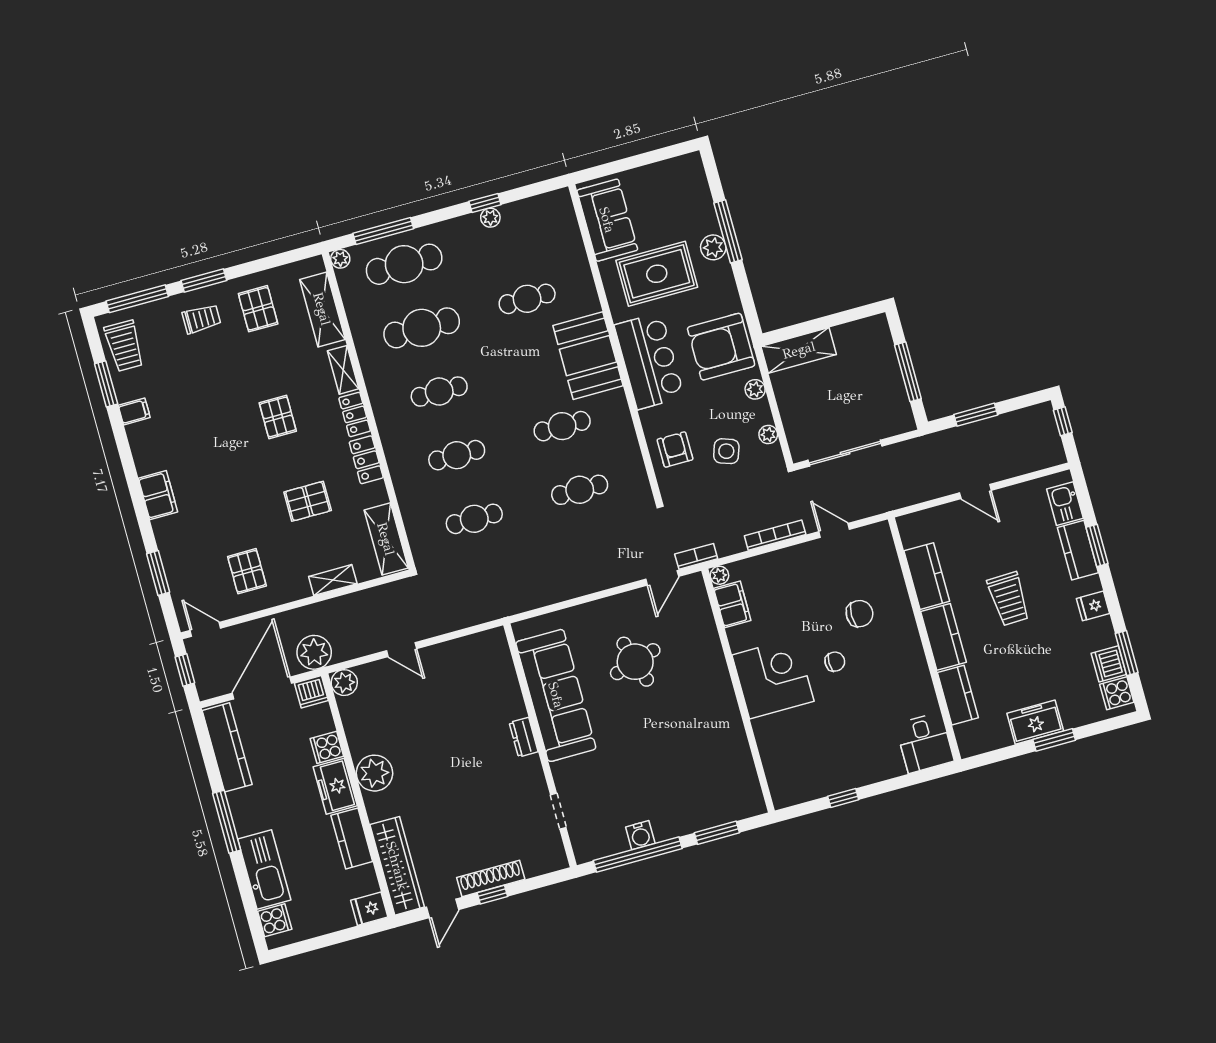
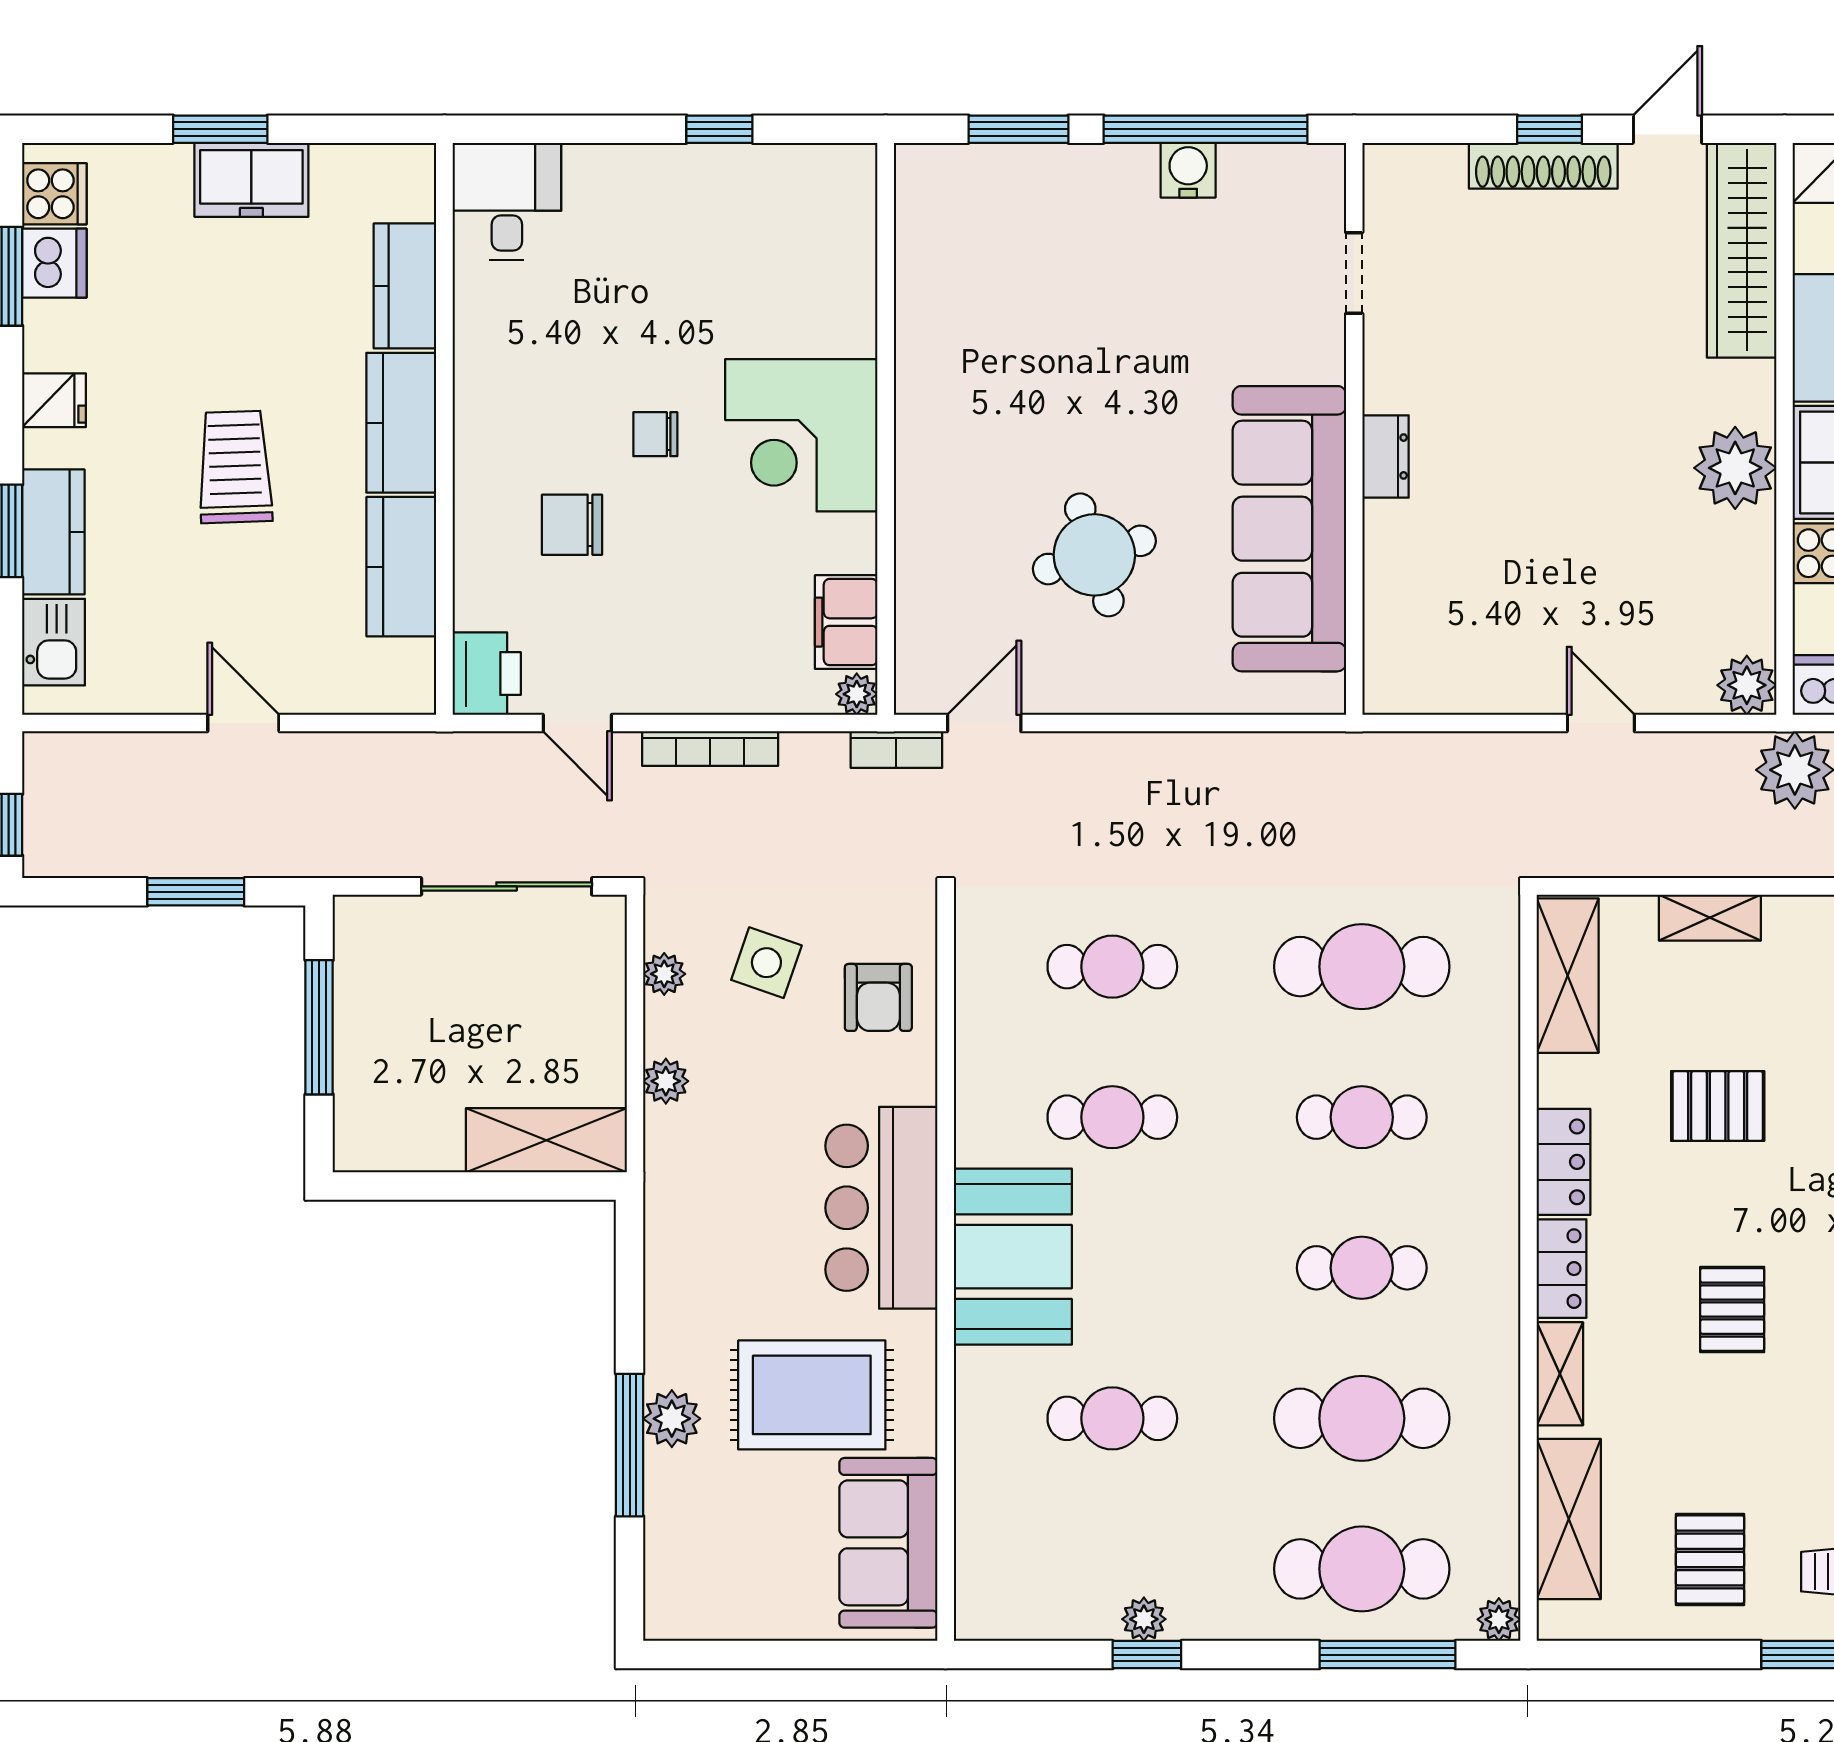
armchair: (721, 347) -> (715, 1196), removed
cafe table: (474, 519) -> (1362, 967), width x1.37, depth x1.35
printer: (878, 541) -> (487, 674), added

